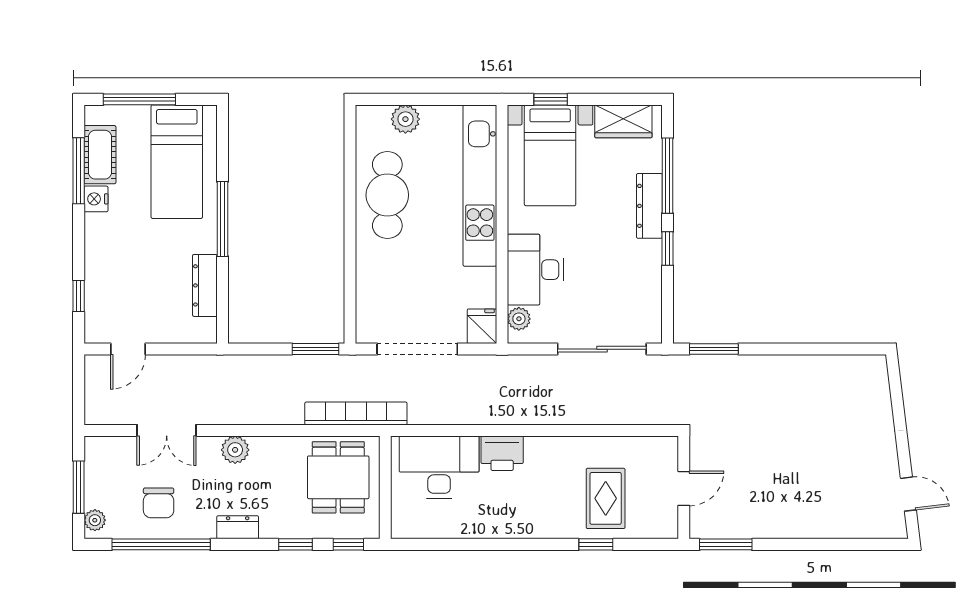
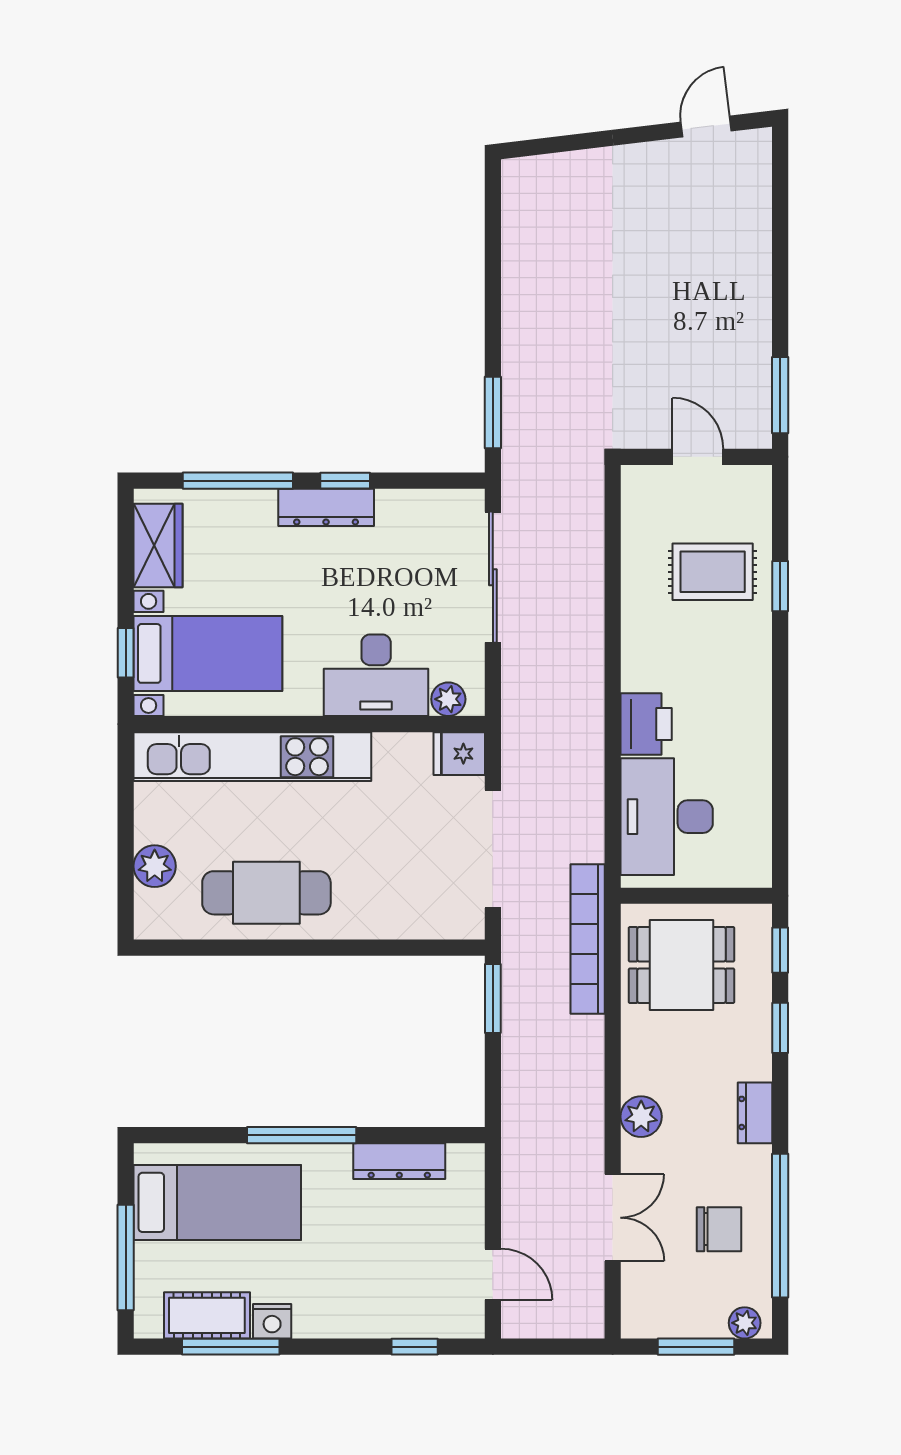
dresser: (649, 206) -> (326, 507), moved

